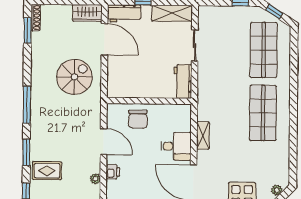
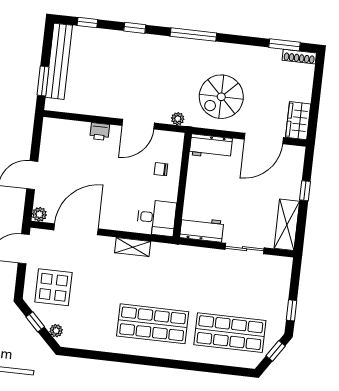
workbench: (124, 13) -> (211, 147), moved, turned -90
spiral stairs: (74, 77) -> (221, 97), turned 90
chair: (138, 119) -> (161, 169), width x0.54, depth x0.54
desk: (176, 146) -> (156, 218), moved, turned -90
window: (26, 152) -> (135, 28), width x0.67
rug: (47, 171) -> (110, 51), removed
plant: (95, 179) -> (178, 119), moved

